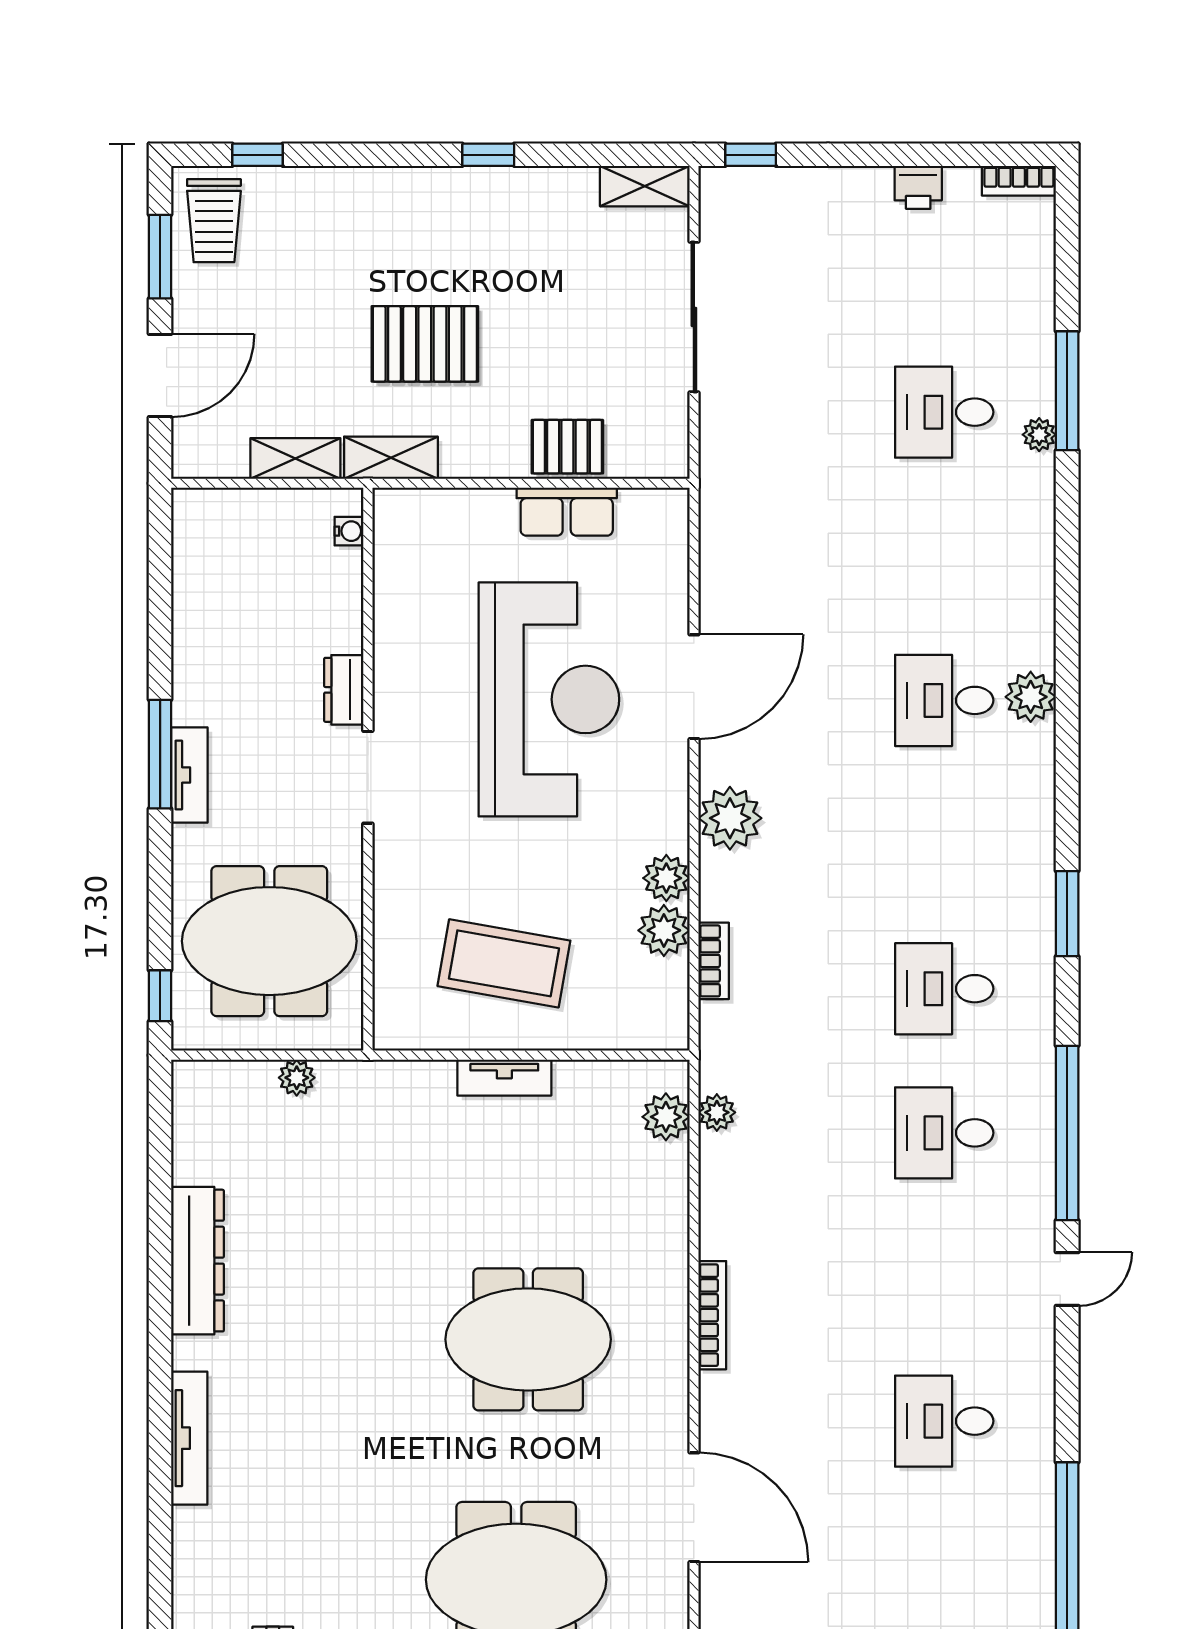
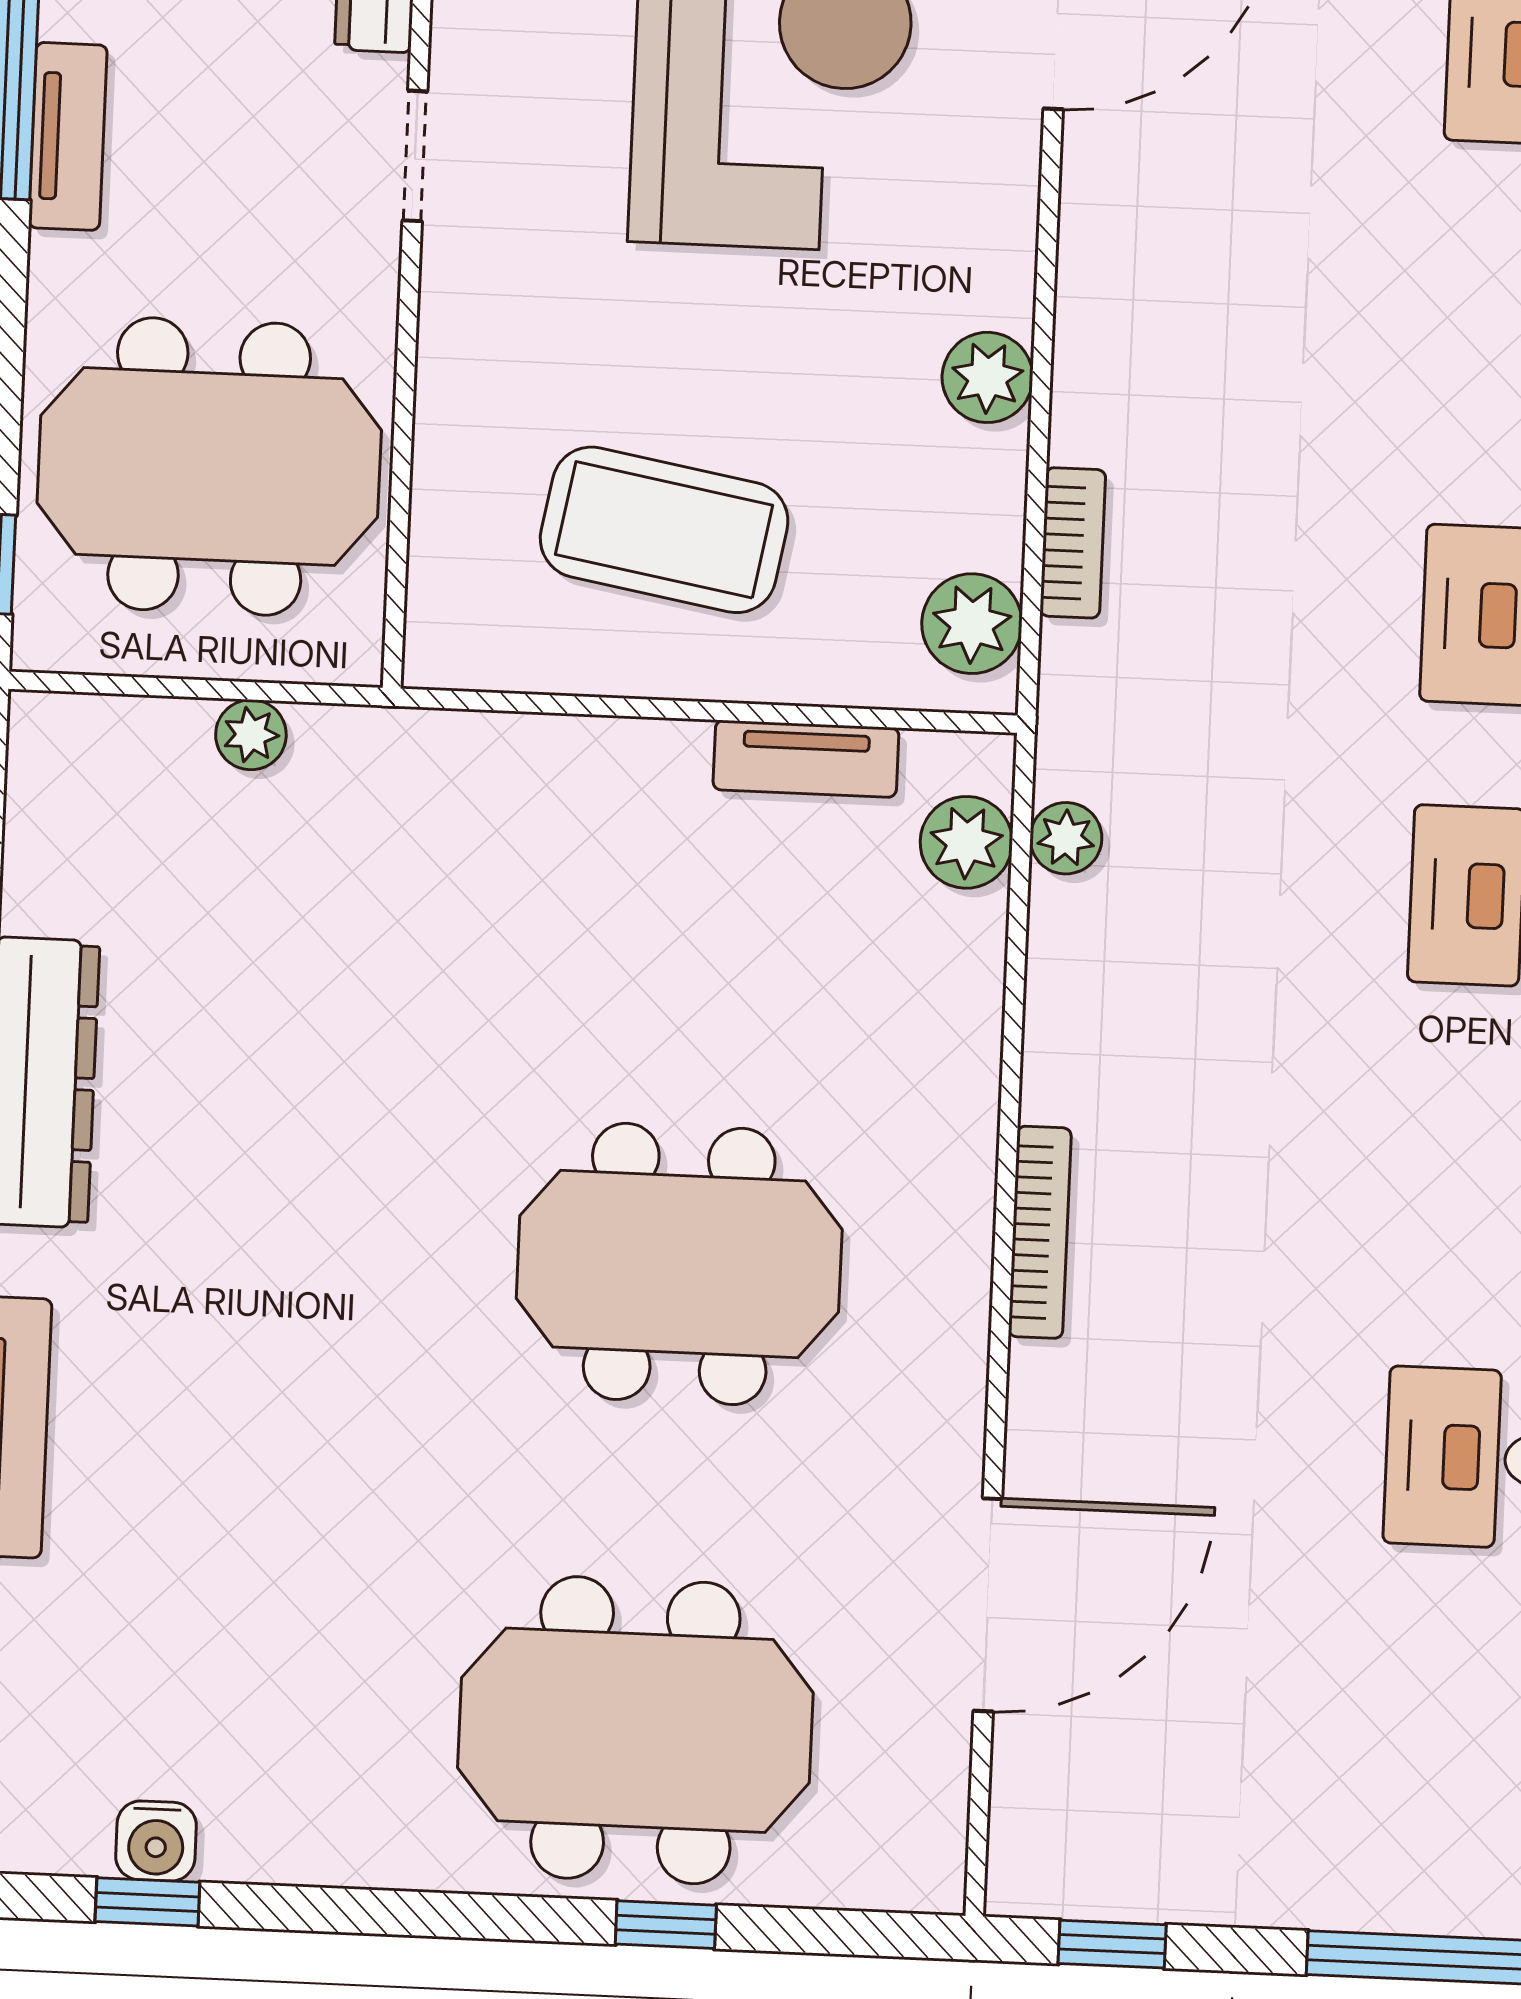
doorway: (368, 777) -> (415, 156), width x0.73
plant: (730, 818) -> (1116, 266), removed
plant: (664, 930) -> (972, 624), moved
tv unit: (504, 1078) -> (806, 759), moved
door: (694, 1507) -> (988, 1605), hinge flipped

